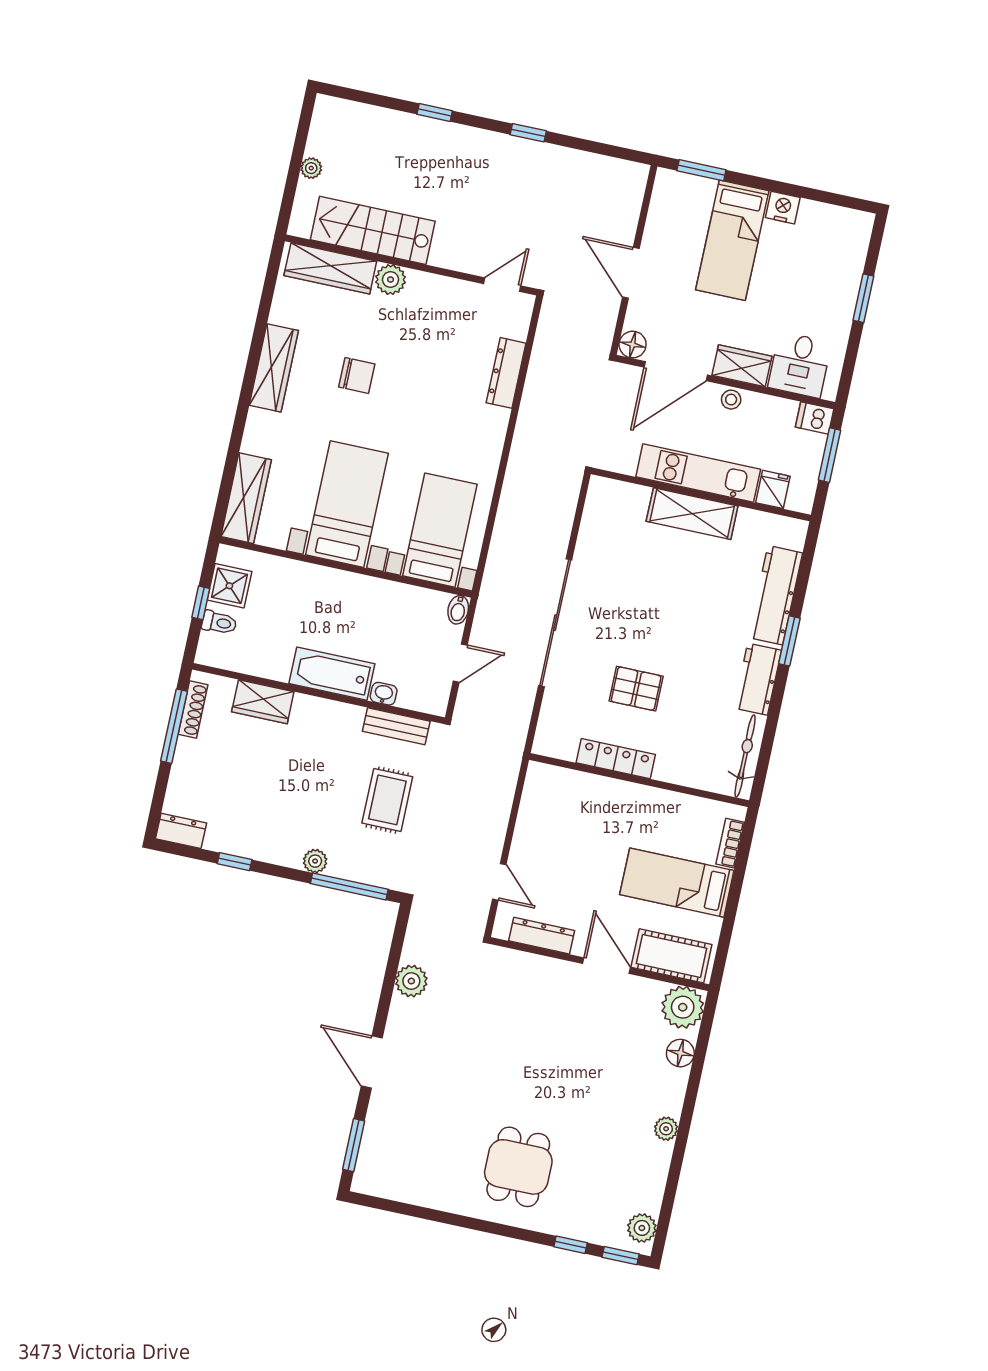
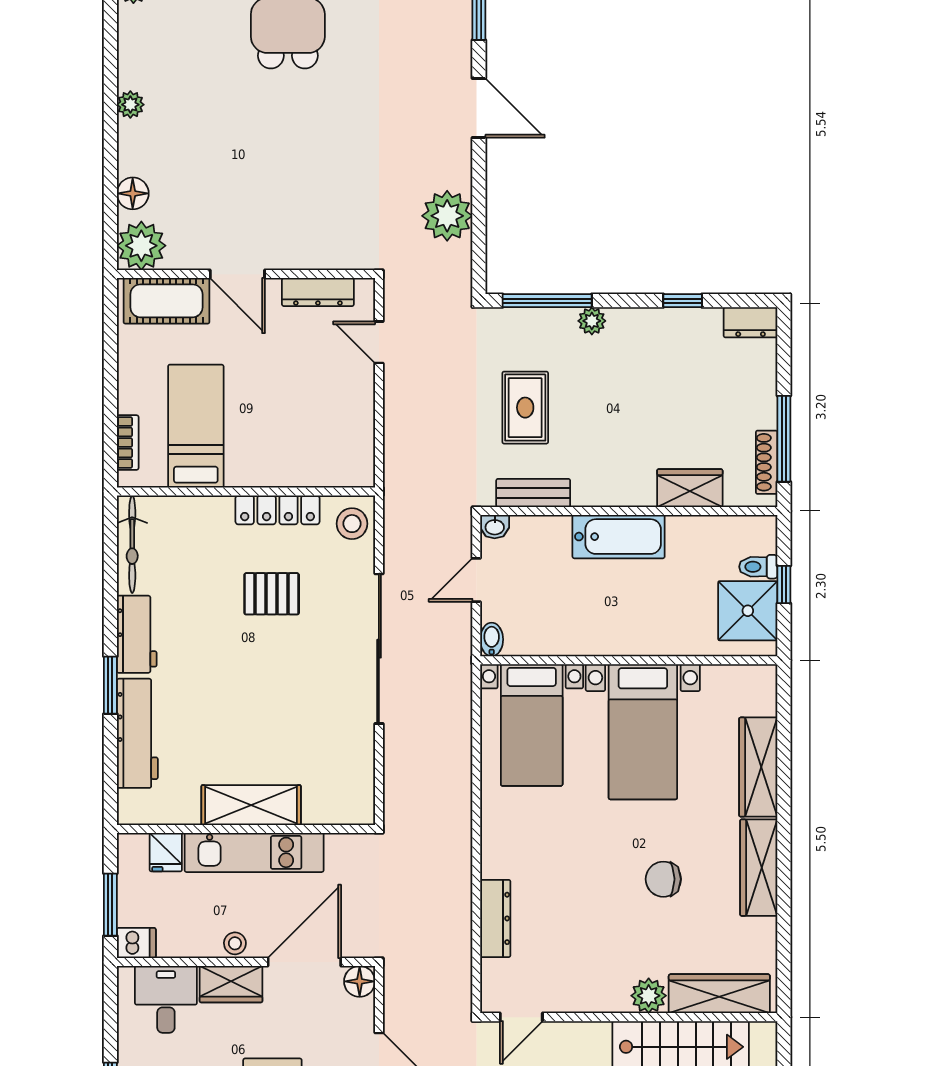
wardrobe: (246, 498) -> (758, 767), moved
shower: (229, 586) -> (748, 611), width x1.36, depth x1.36
washbasin: (384, 694) -> (495, 527), moved
stool: (555, 733) -> (352, 524), added
bed: (677, 883) -> (196, 426), moved, turned -90
plant: (411, 981) -> (447, 216), width x1.36, depth x1.36

